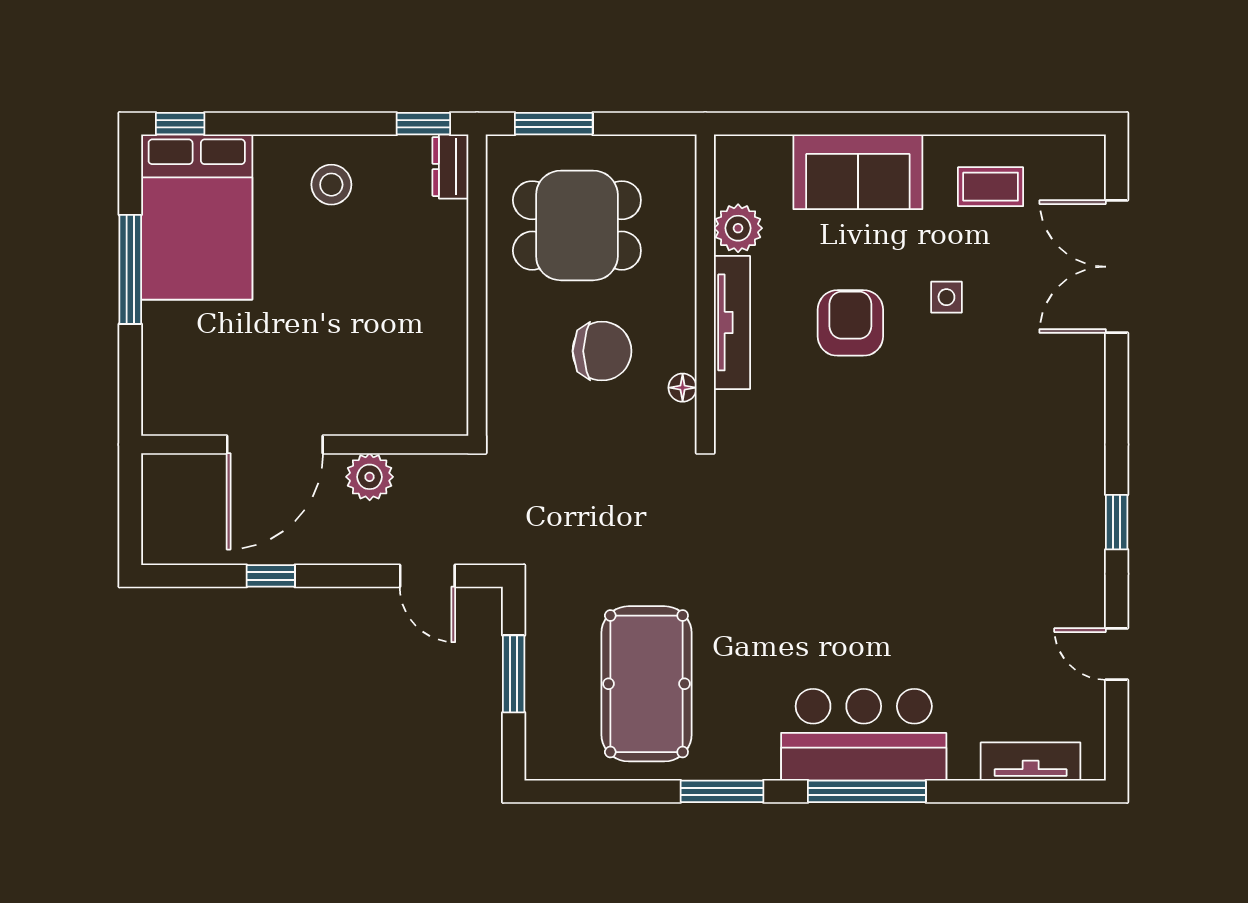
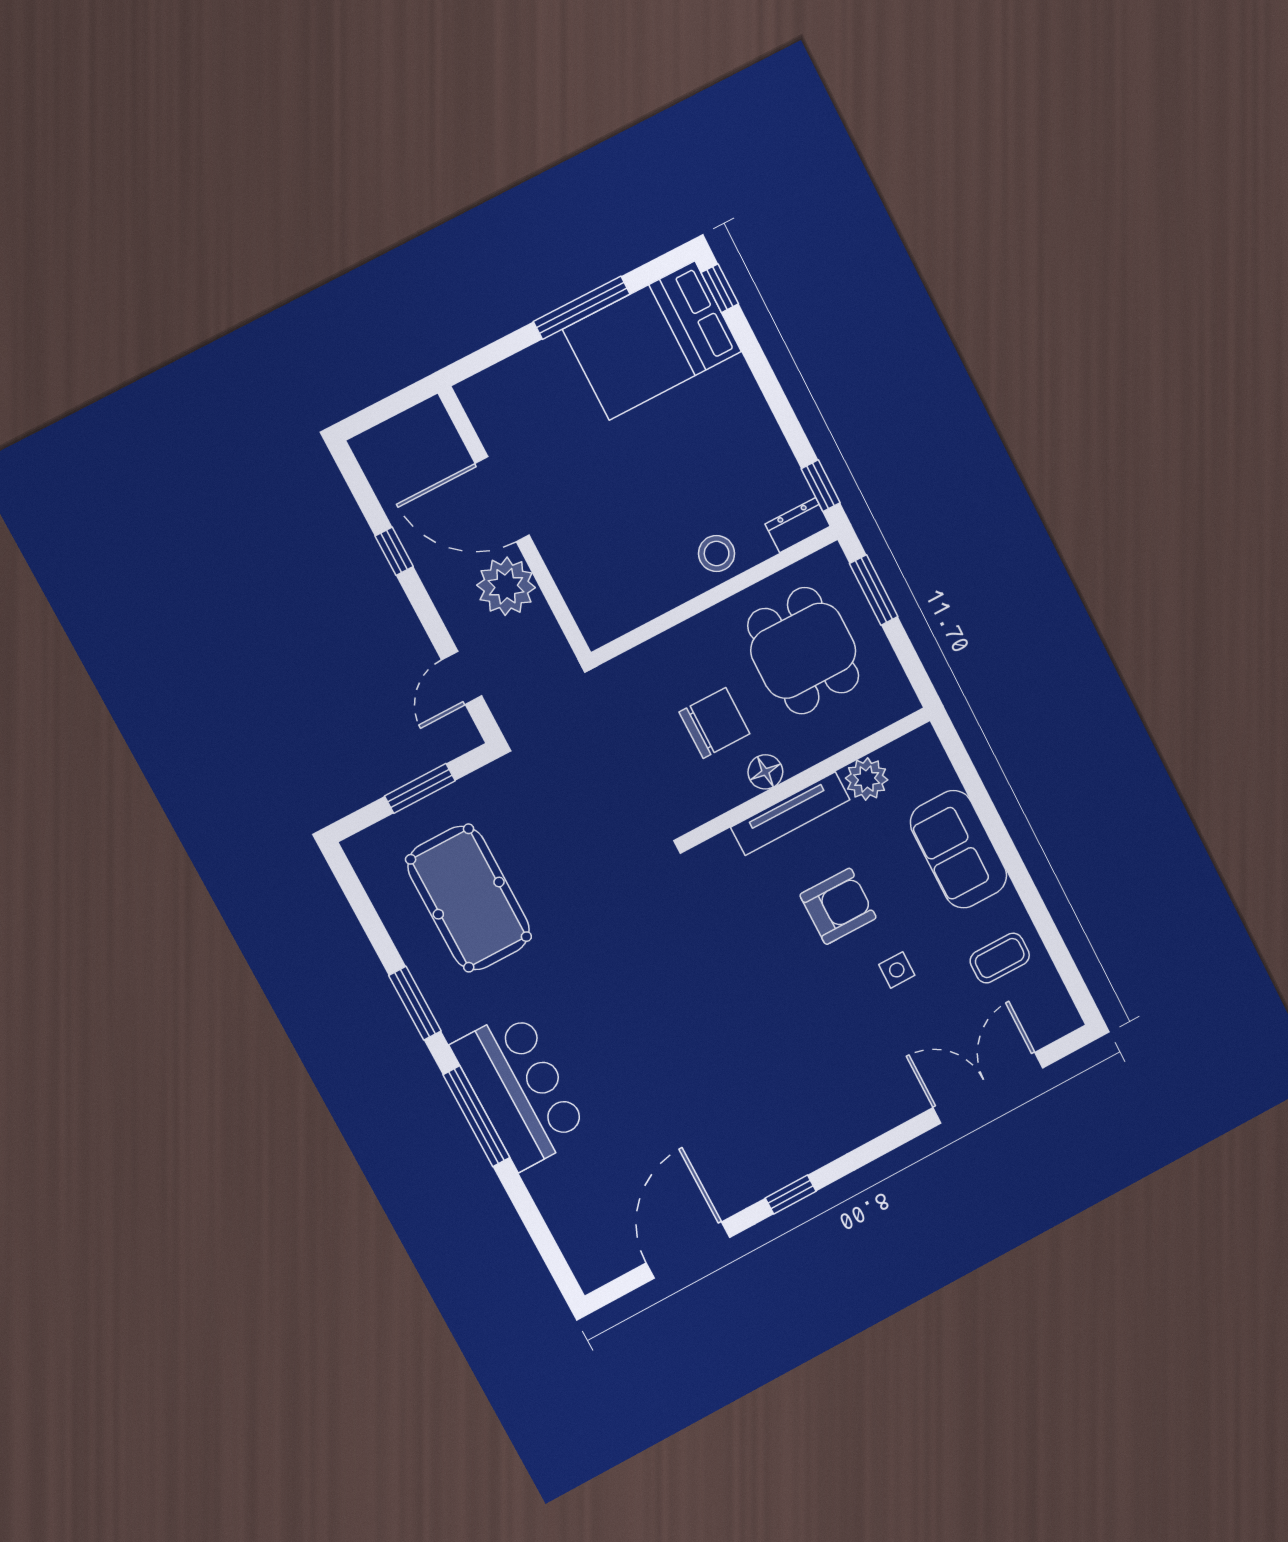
stool: (331, 185) -> (717, 553), moved
coffee table: (991, 187) -> (1000, 958), turned 90
chair: (602, 351) -> (714, 723), turned -90
floor lamp: (683, 388) -> (765, 772), moved, width x1.37, depth x1.37
plant: (370, 477) -> (506, 586), width x1.36, depth x1.36
door: (1117, 654) -> (688, 1250), width x1.88
pool table: (646, 684) -> (469, 898), turned 90
tv unit: (1031, 762) -> (568, 1230), removed

